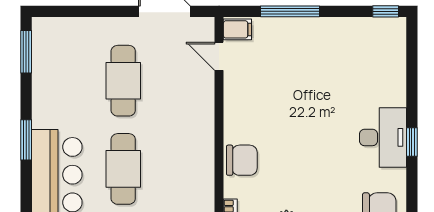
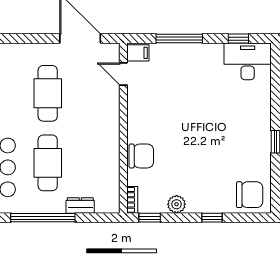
window: (386, 11) -> (238, 39), moved
desk: (383, 137) -> (248, 61), moved, turned -90

